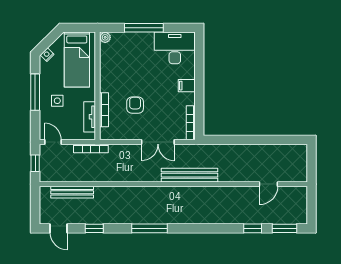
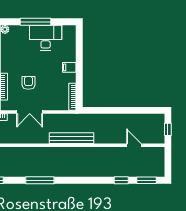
desk: (175, 48) -> (46, 38), moved
double door: (158, 142) -> (30, 112), moved
window: (311, 164) -> (168, 129), added
door: (268, 184) -> (134, 145), swing flipped

